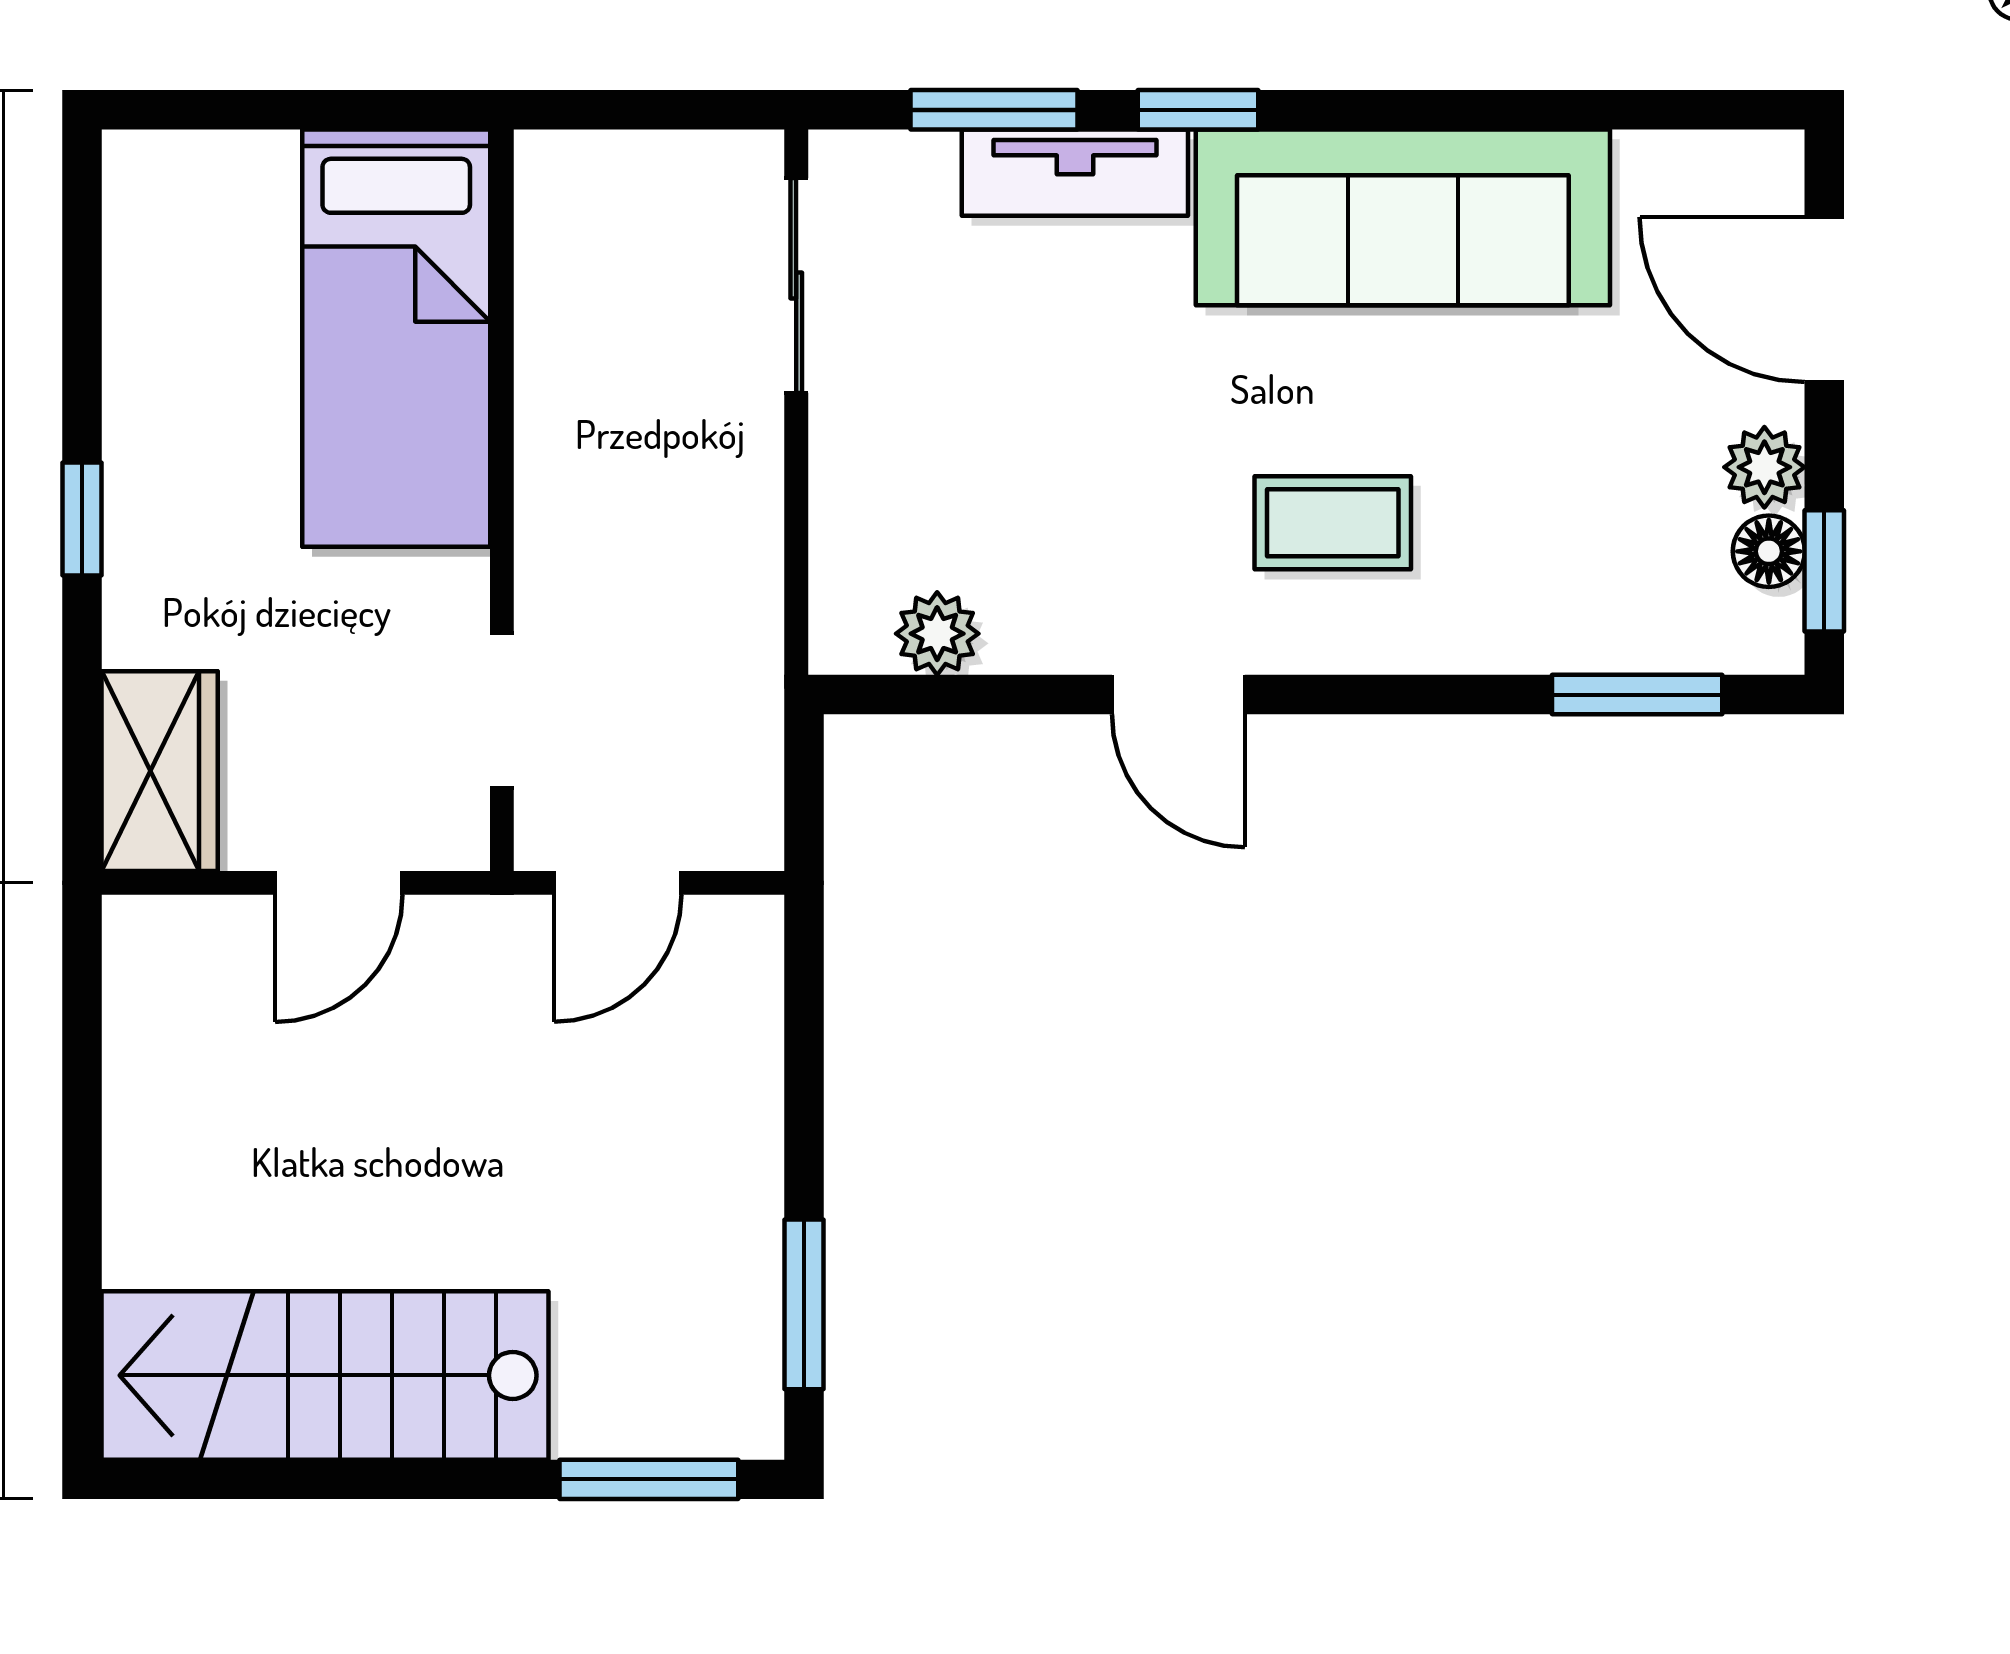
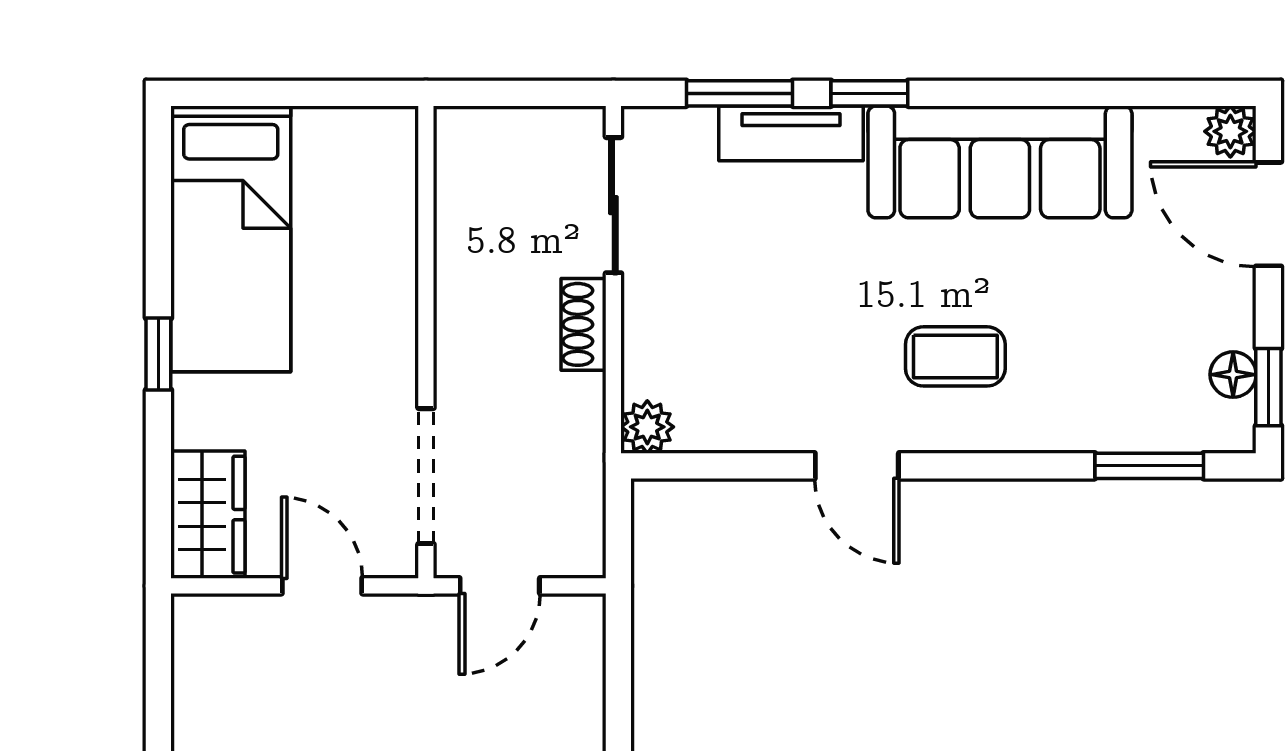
bed: (396, 338) -> (231, 239), moved
plant: (1764, 467) -> (1230, 131), moved
shoe rack: (749, 473) -> (584, 324), added
plant: (937, 634) -> (647, 427), moved
doorway: (502, 711) -> (426, 476), width x1.38
door: (339, 883) -> (322, 586), swing flipped

